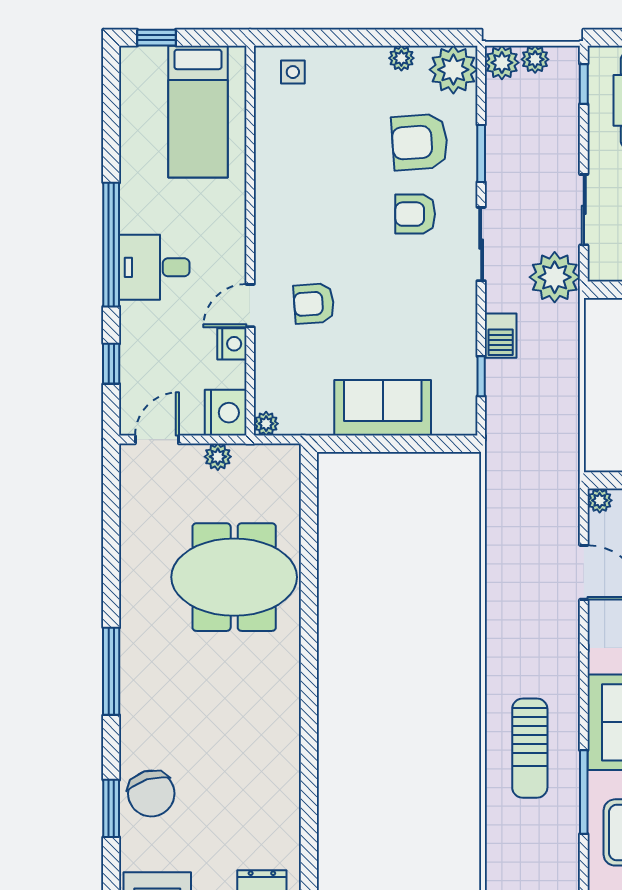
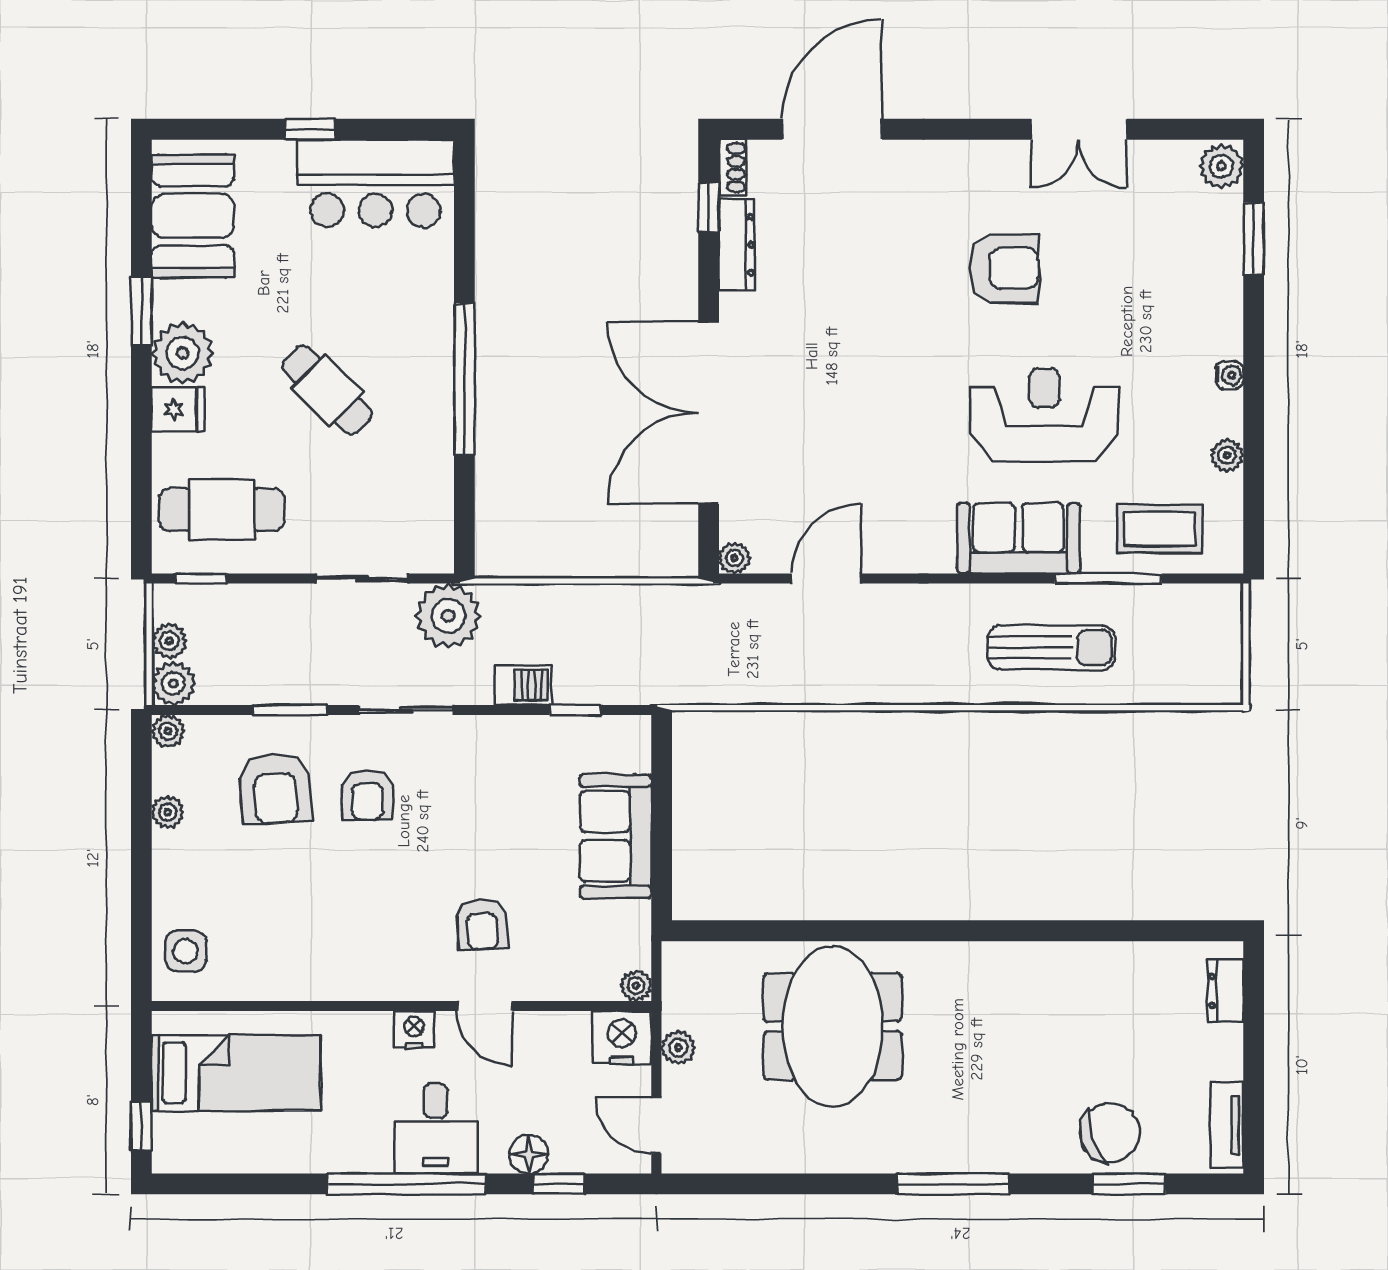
plant: (453, 70) -> (168, 731), width x0.53, depth x0.53
side table: (293, 72) -> (185, 951), width x1.37, depth x1.37
floor lamp: (134, 340) -> (529, 1154), added
nightstand: (232, 344) -> (414, 1029), moved

